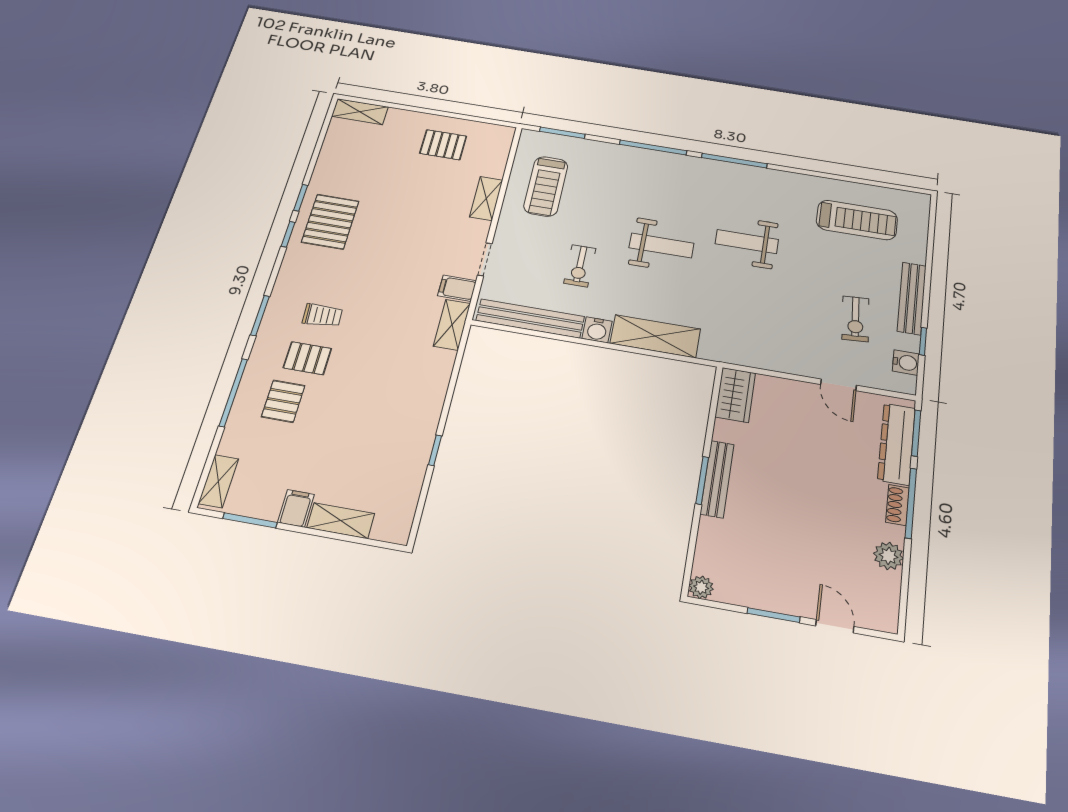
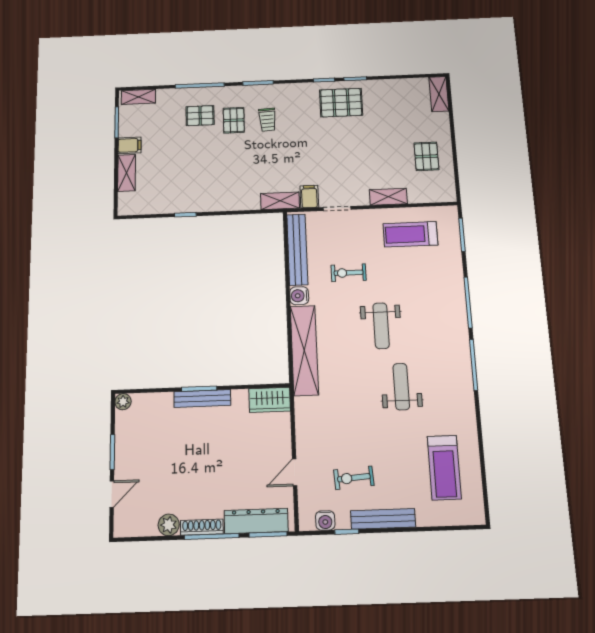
shelving: (655, 336) -> (304, 350), width x1.47
shoe rack: (897, 505) -> (202, 527), width x1.43

